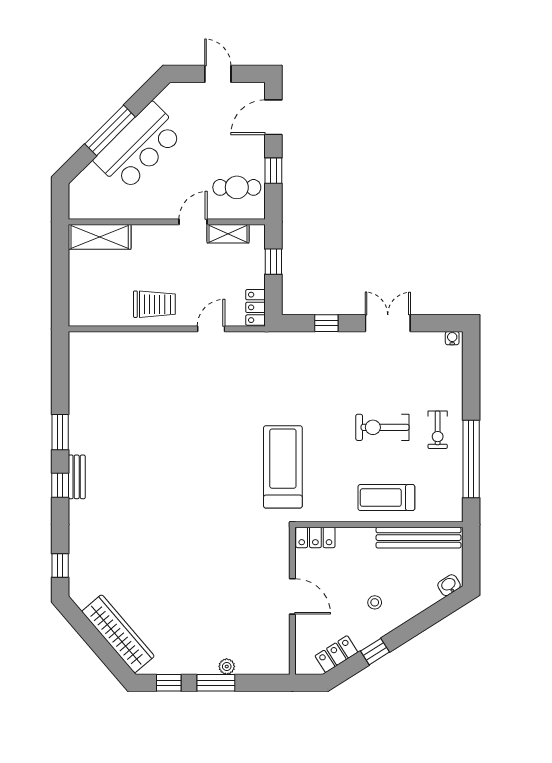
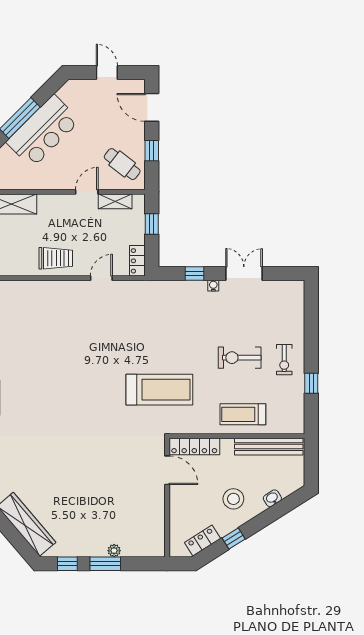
door: (273, 117) -> (152, 107), hinge flipped
cafe table: (237, 187) -> (122, 164), turned 38
water cooler: (452, 338) -> (213, 286), moved
window: (471, 459) -> (311, 383), width x0.32
treadmill: (283, 467) -> (159, 390), turned 90
locker: (315, 537) -> (194, 446), width x1.53
washbasin: (449, 585) -> (272, 498), moved
door: (292, 596) -> (167, 470), moved
stool: (375, 602) -> (233, 499), width x1.89, depth x1.89

